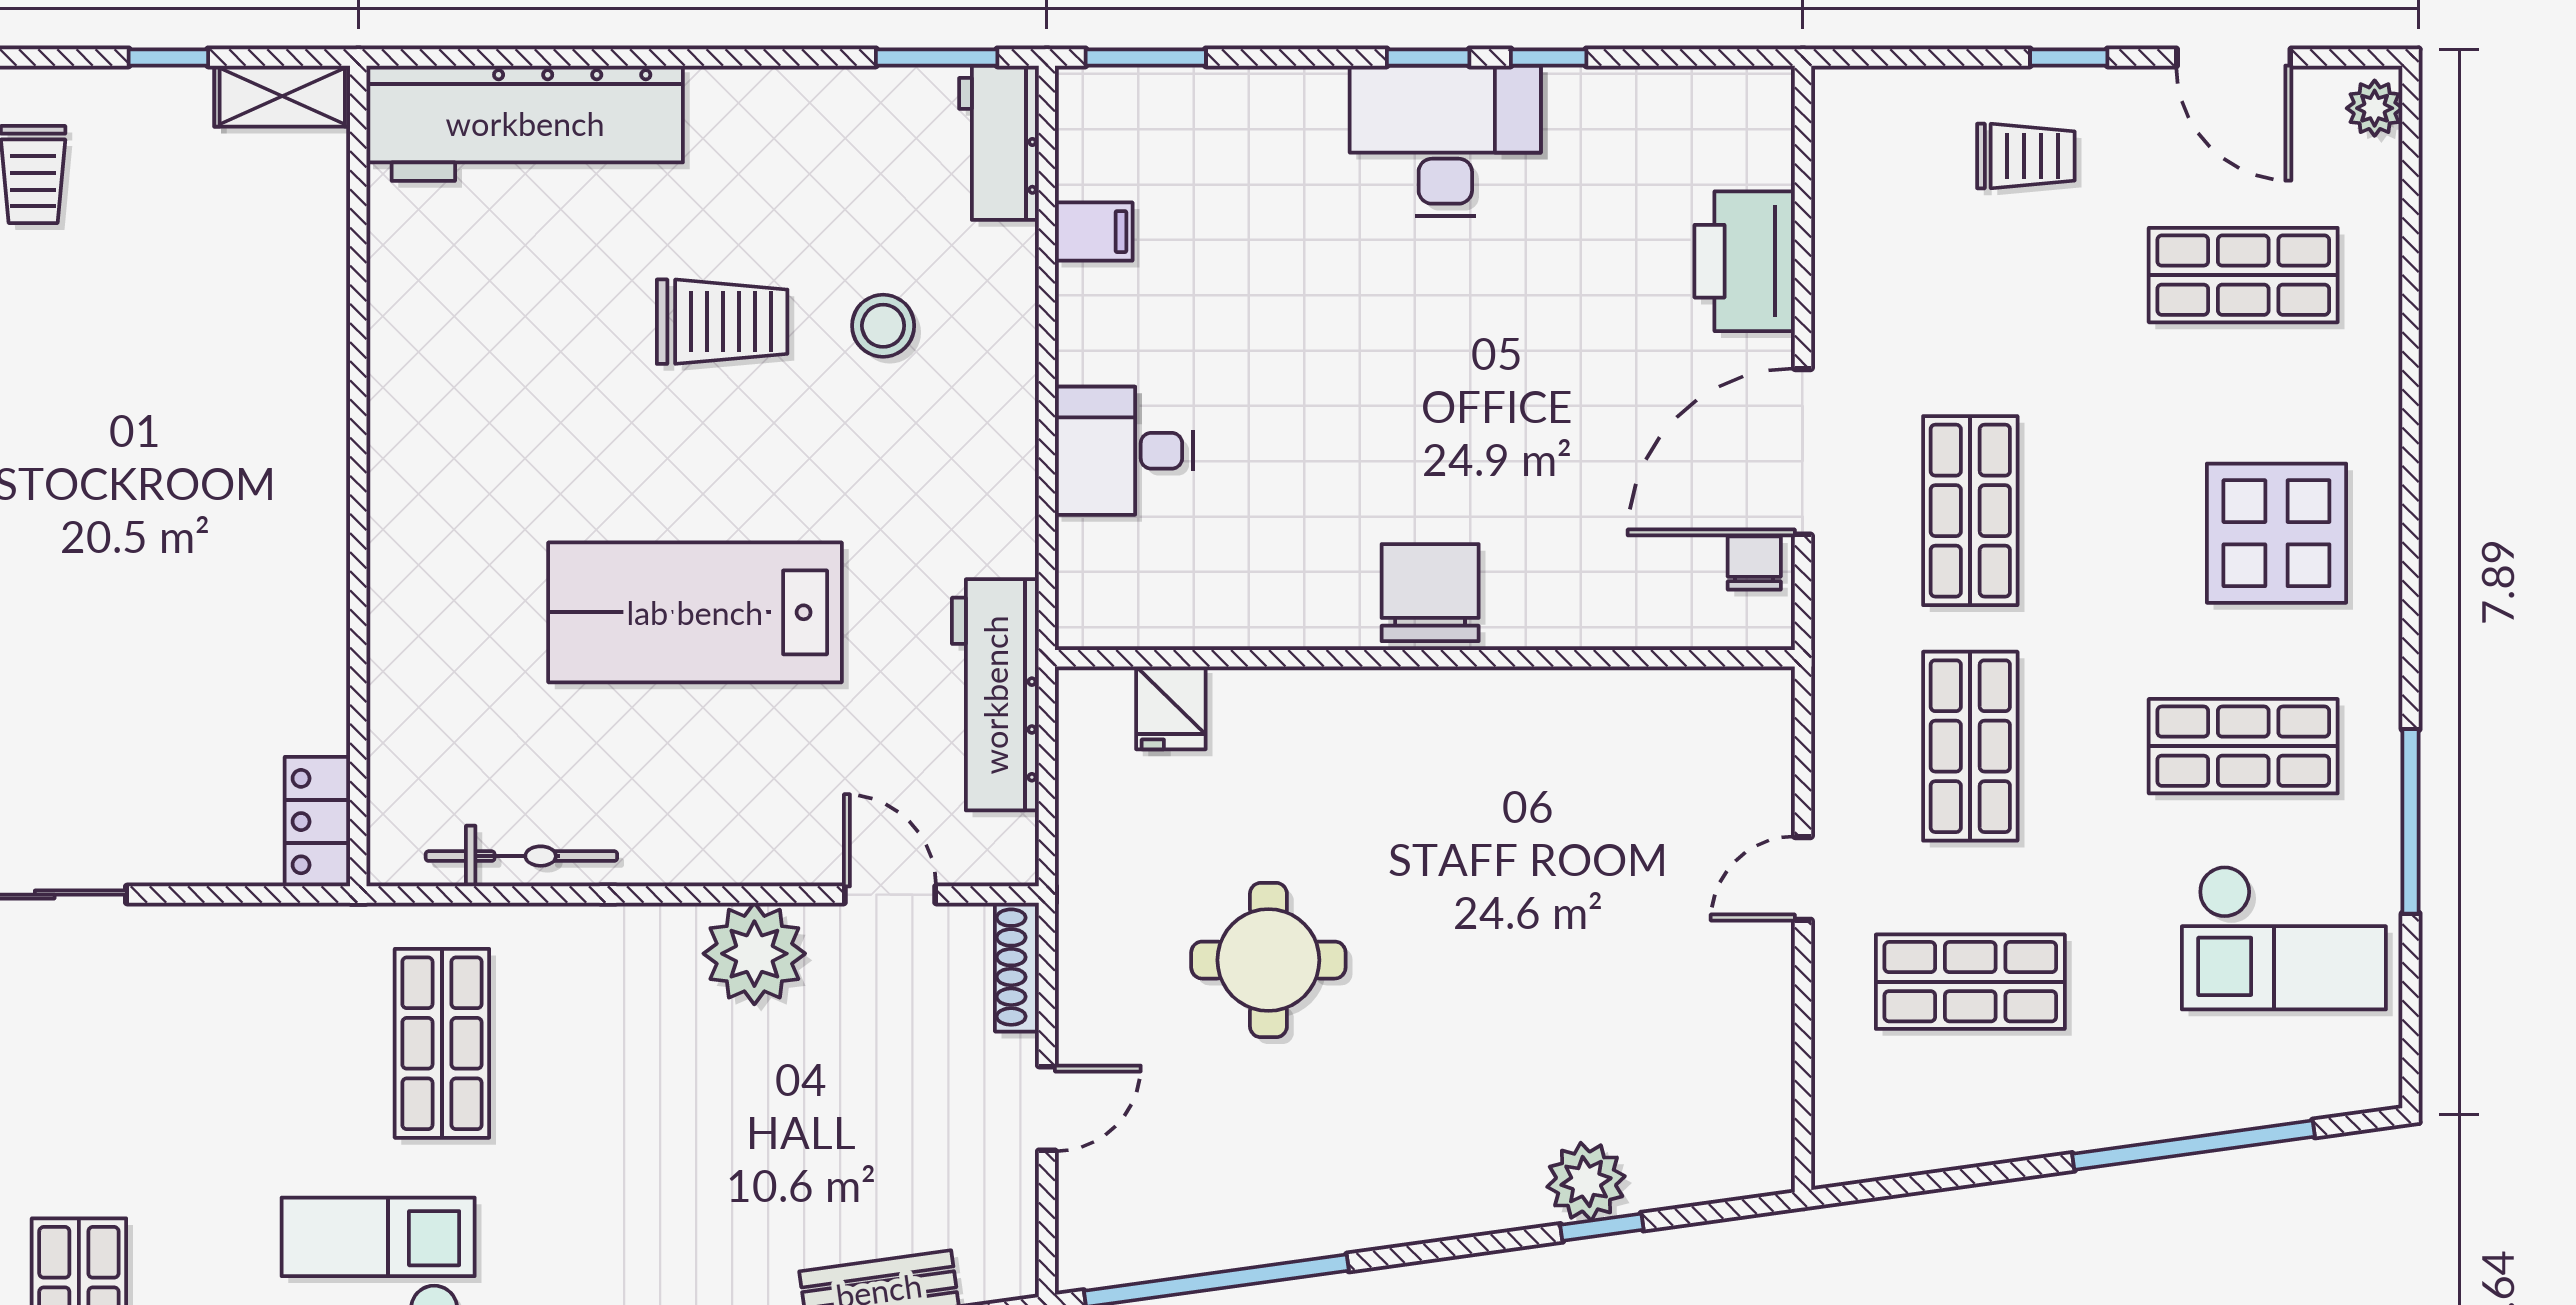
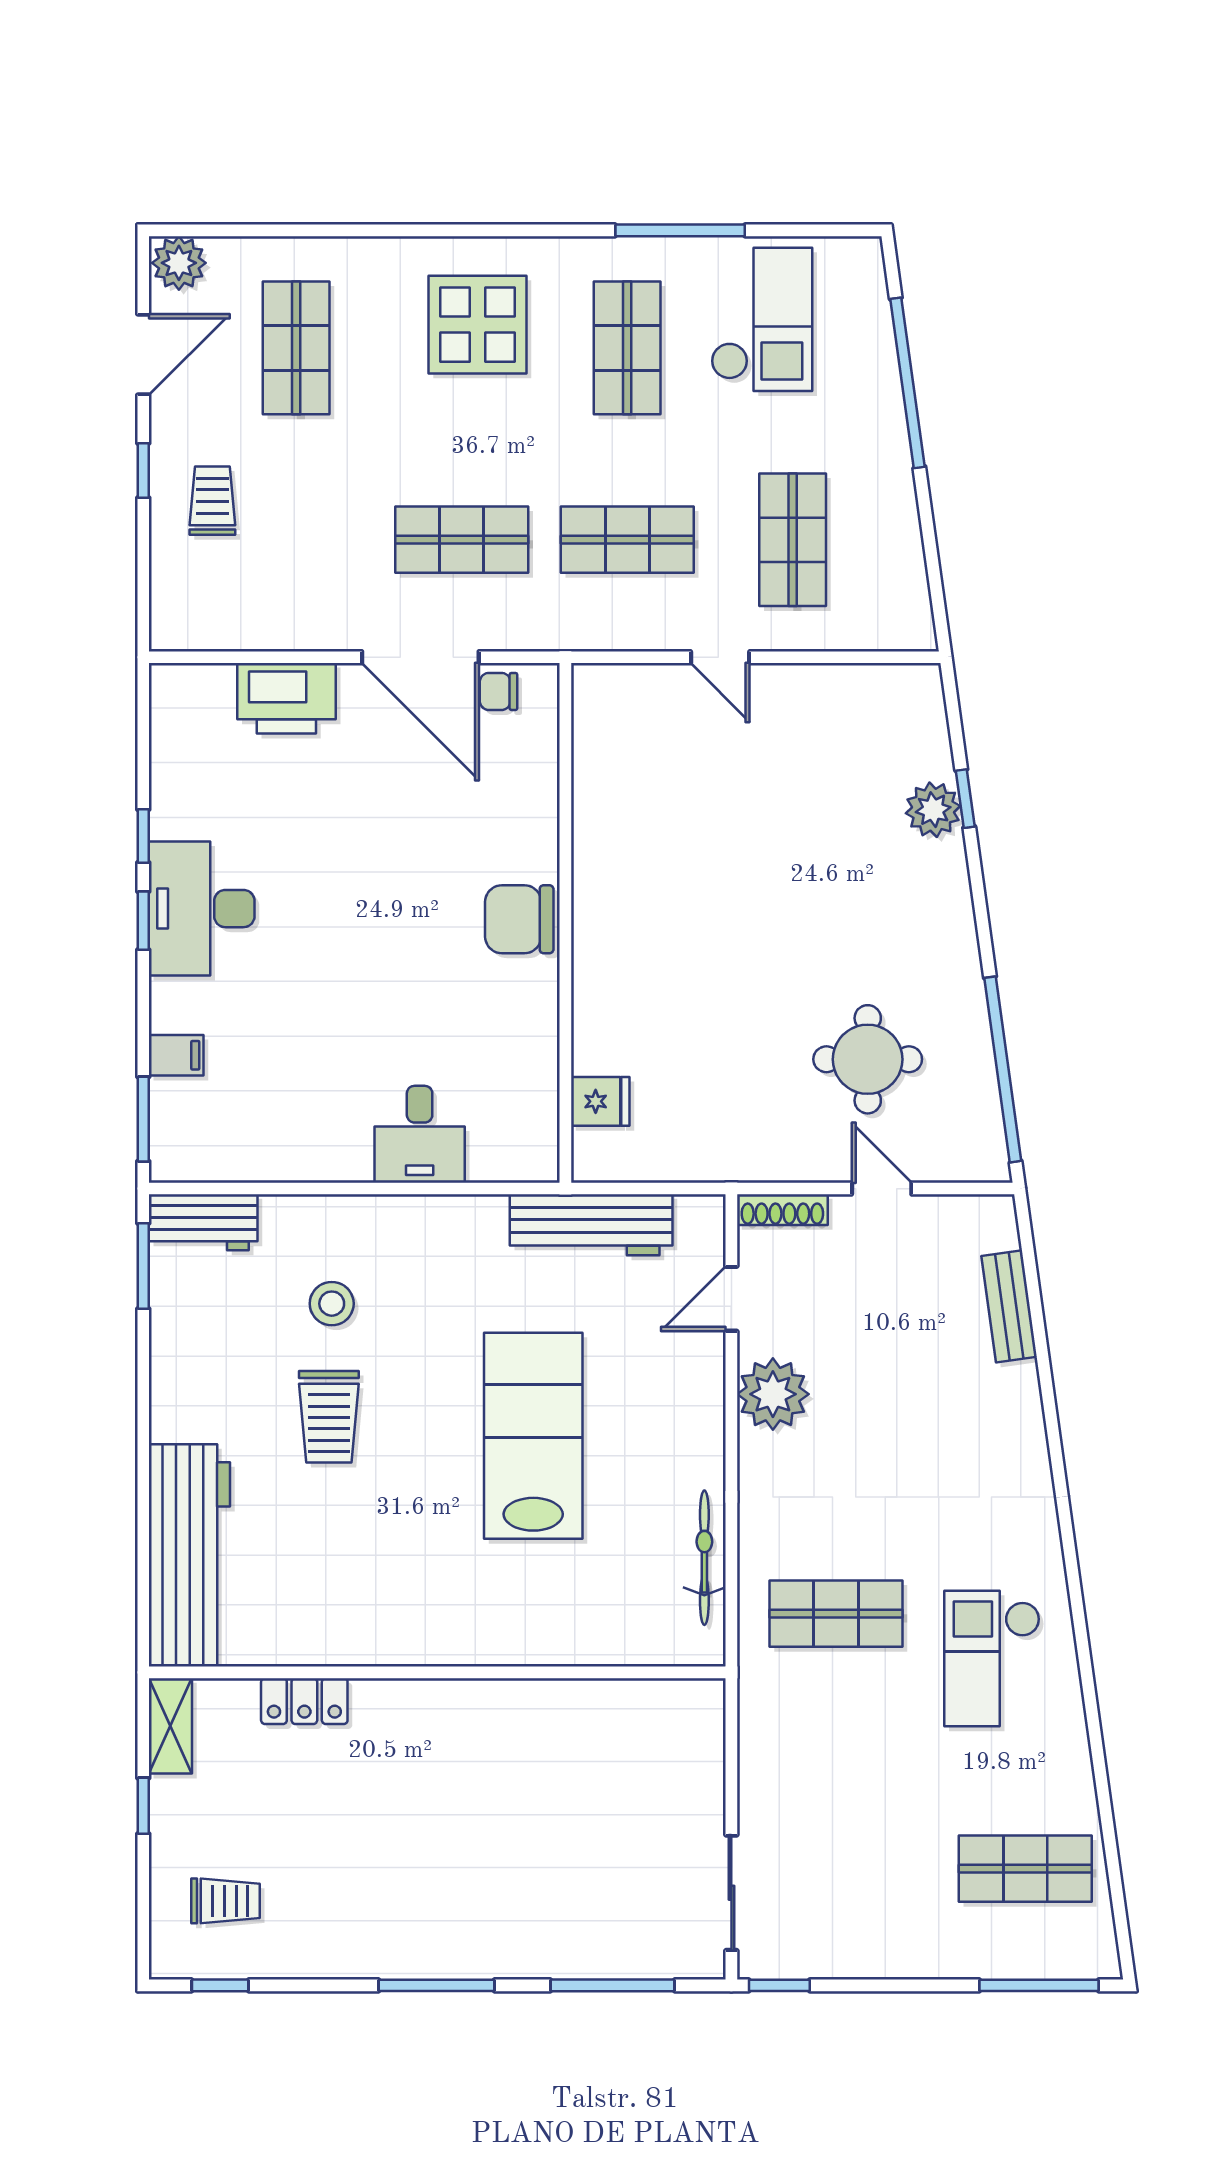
plant: (2375, 108) -> (179, 263), width x1.38, depth x1.38
filing cabinet: (1094, 232) -> (176, 1055), moved, turned 90
trolley: (722, 322) -> (329, 1417), turned 180
lab bench: (695, 612) -> (533, 1436), turned 180
locker: (317, 822) -> (304, 1701), moved
round table: (1268, 960) -> (868, 1059), moved

